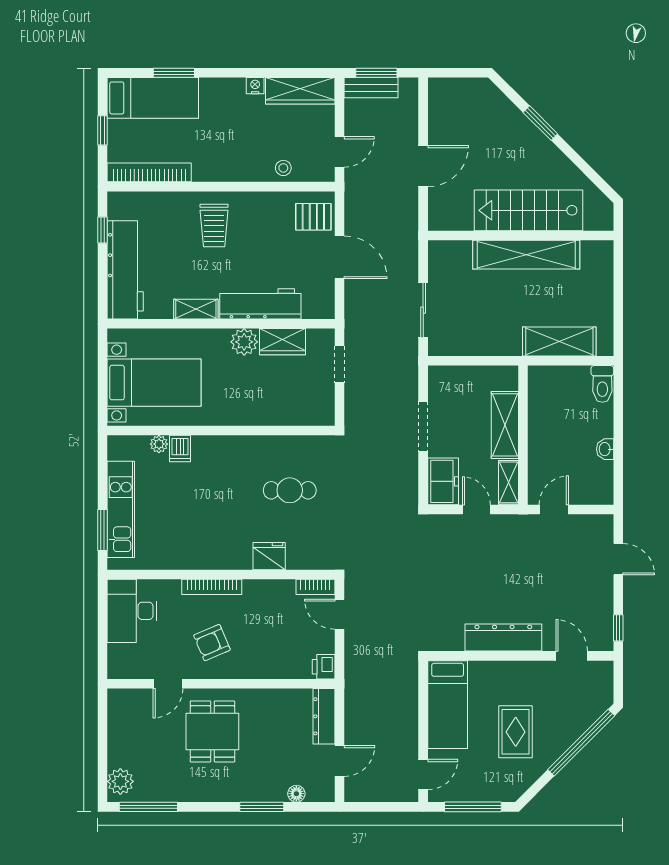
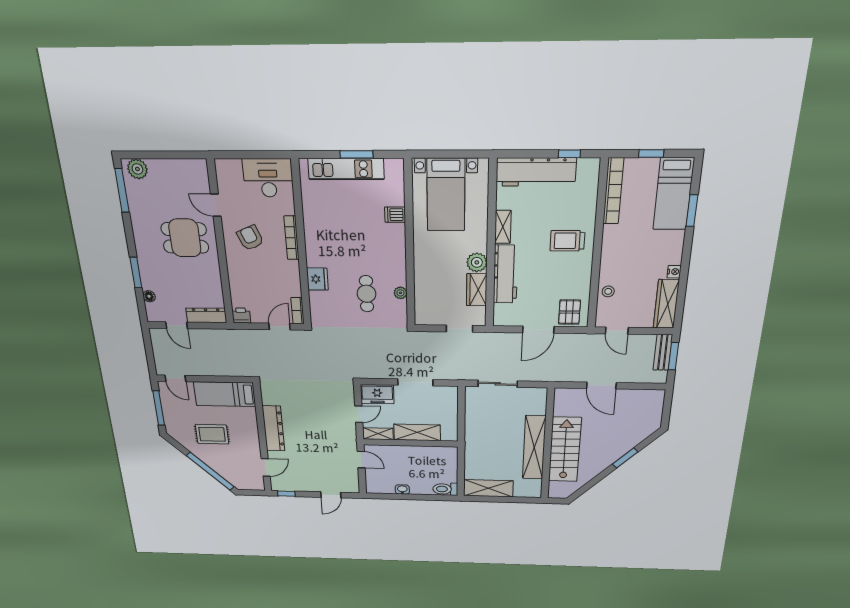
shelving: (559, 342) -> (488, 488), moved, turned 90
plant: (159, 444) -> (400, 293), moved
window: (103, 530) -> (357, 154), moved

